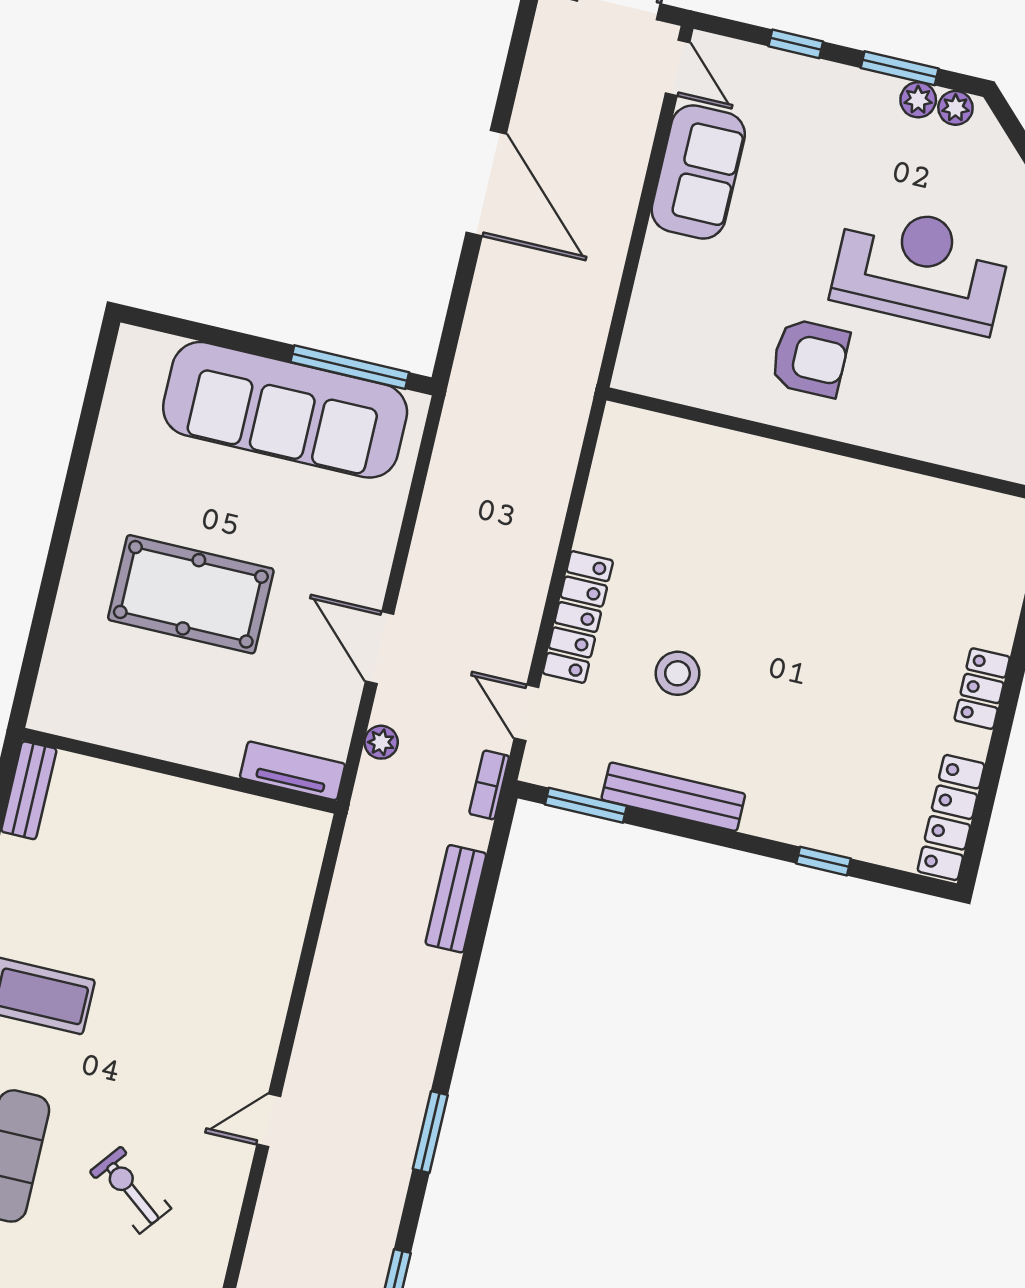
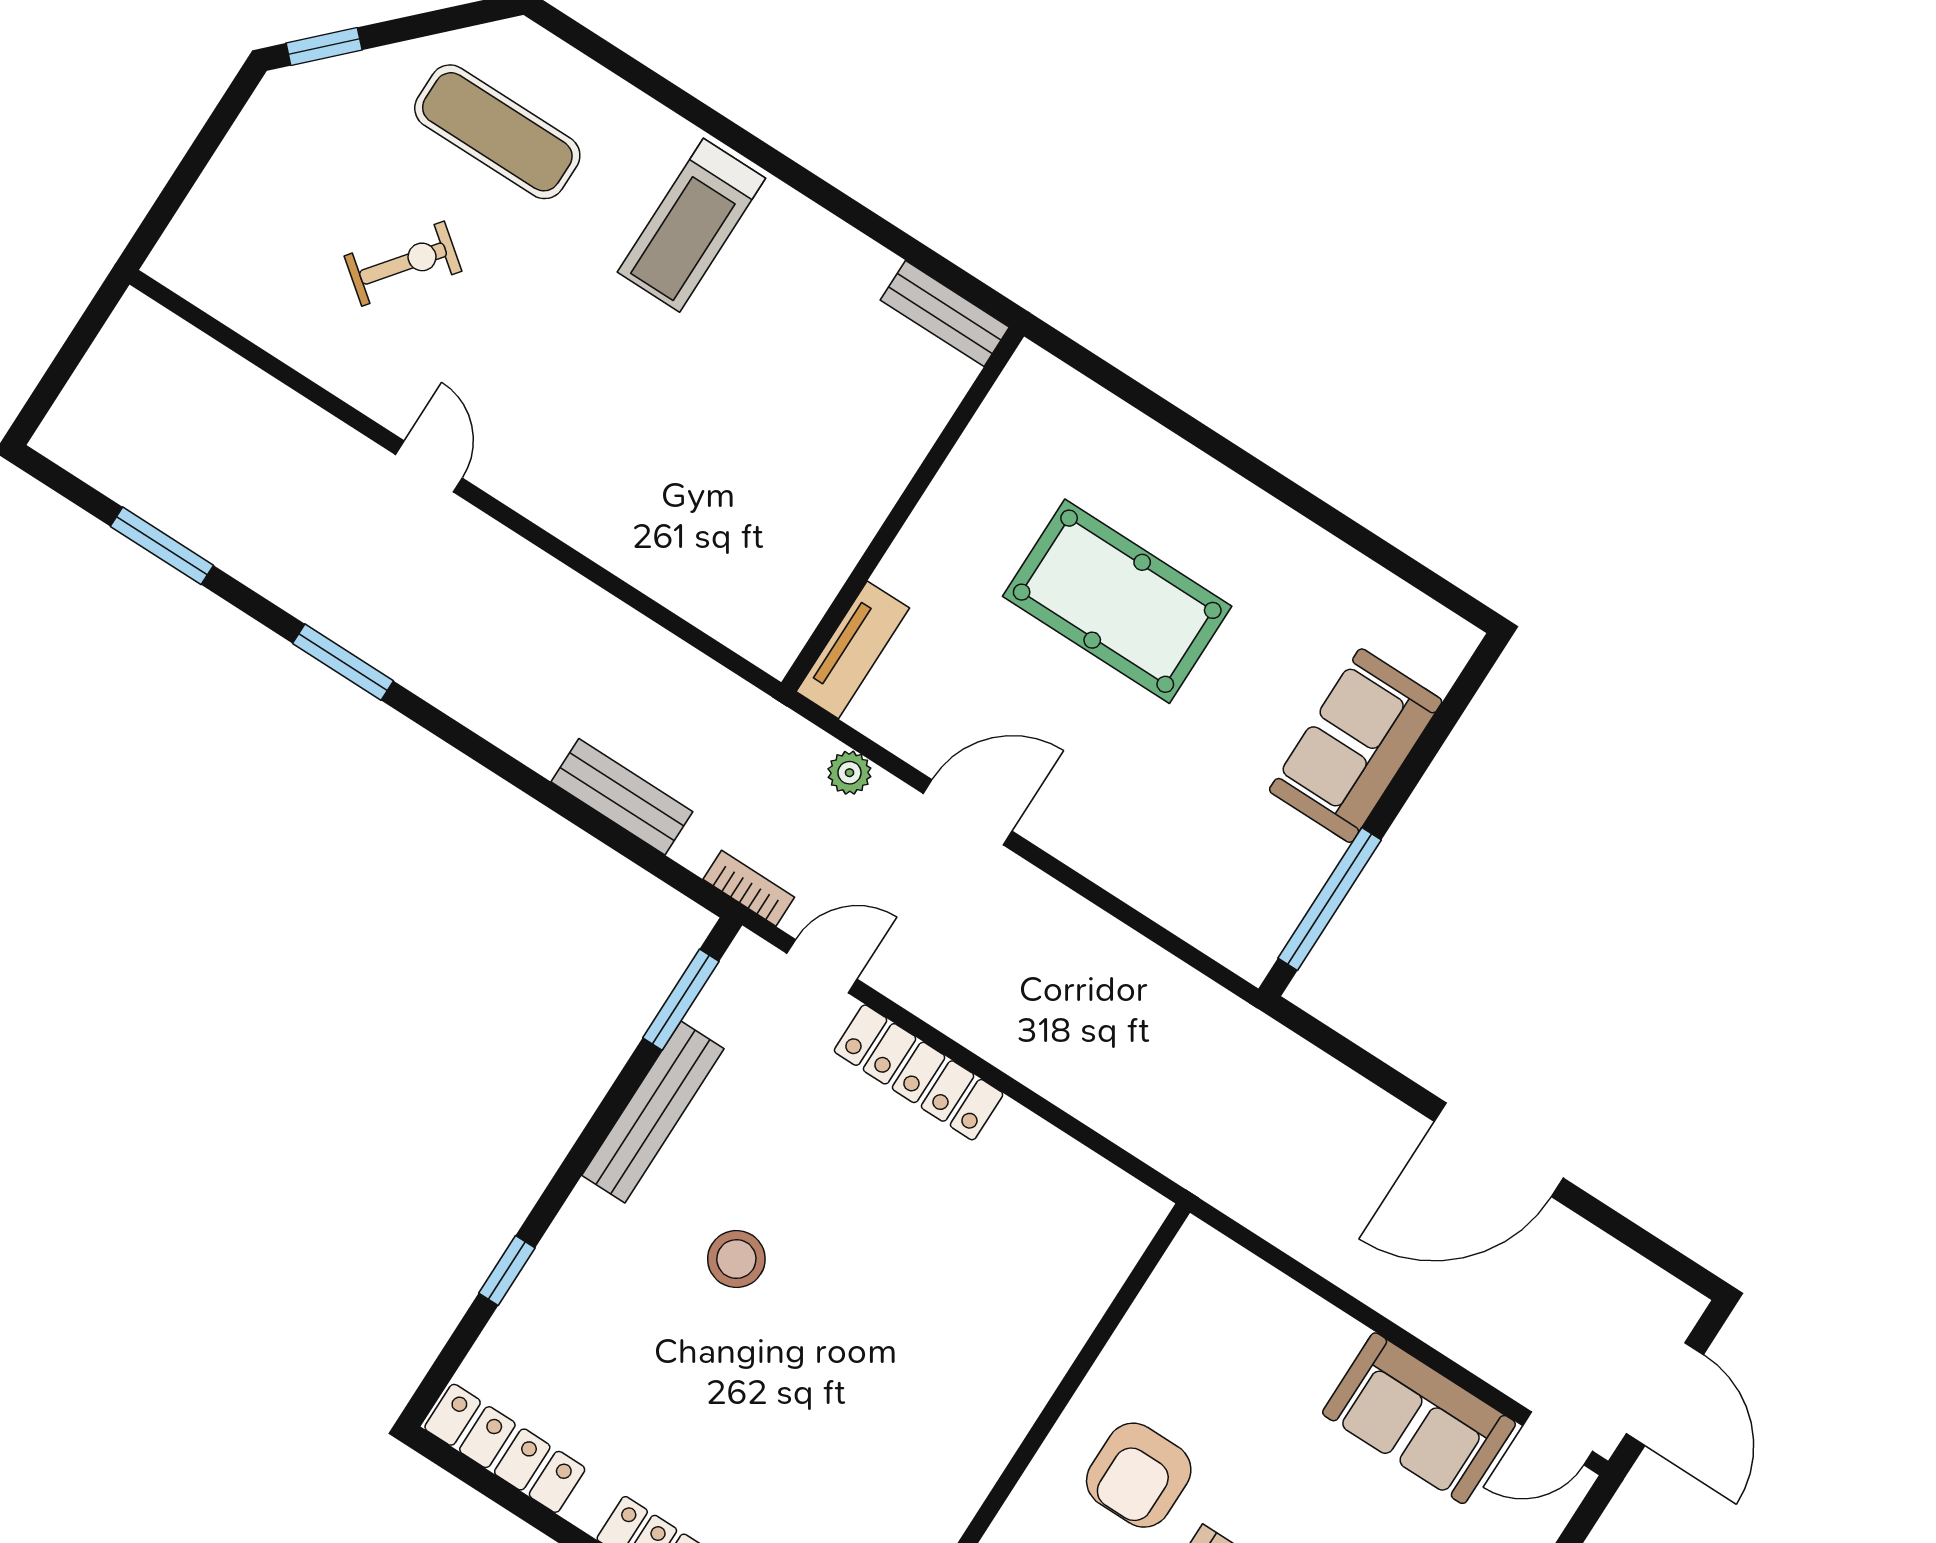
sofa: (285, 410) -> (1356, 746), width x0.54, depth x0.79
pool table: (191, 594) -> (1117, 601), turned 90
stool: (677, 673) -> (736, 1259), moved

